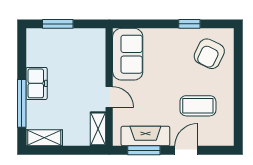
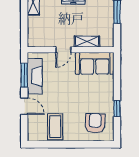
armchair: (209, 54) -> (95, 123), turned 66
coffee table: (198, 106) -> (55, 127), moved
shelving: (98, 129) -> (87, 42), moved

